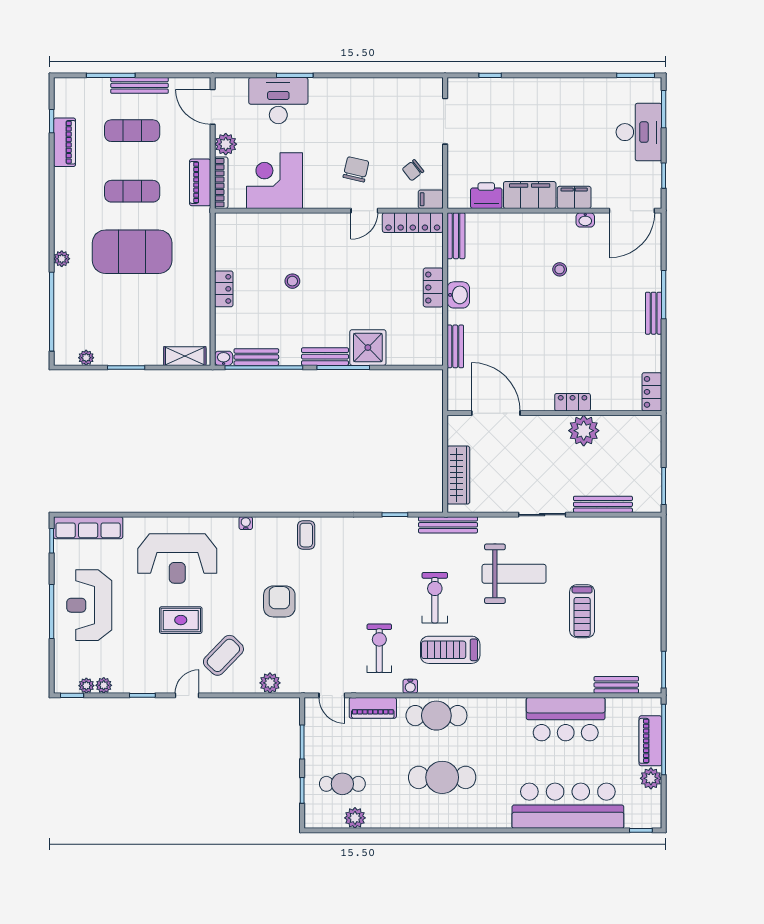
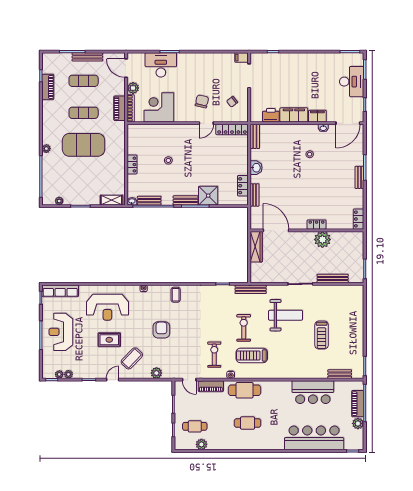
filing cabinet: (431, 199) -> (241, 58), moved
locker: (433, 287) -> (243, 186), moved
wardrobe: (458, 475) -> (256, 247), moved
cafe table: (442, 777) -> (248, 423), width x0.73, depth x0.74

